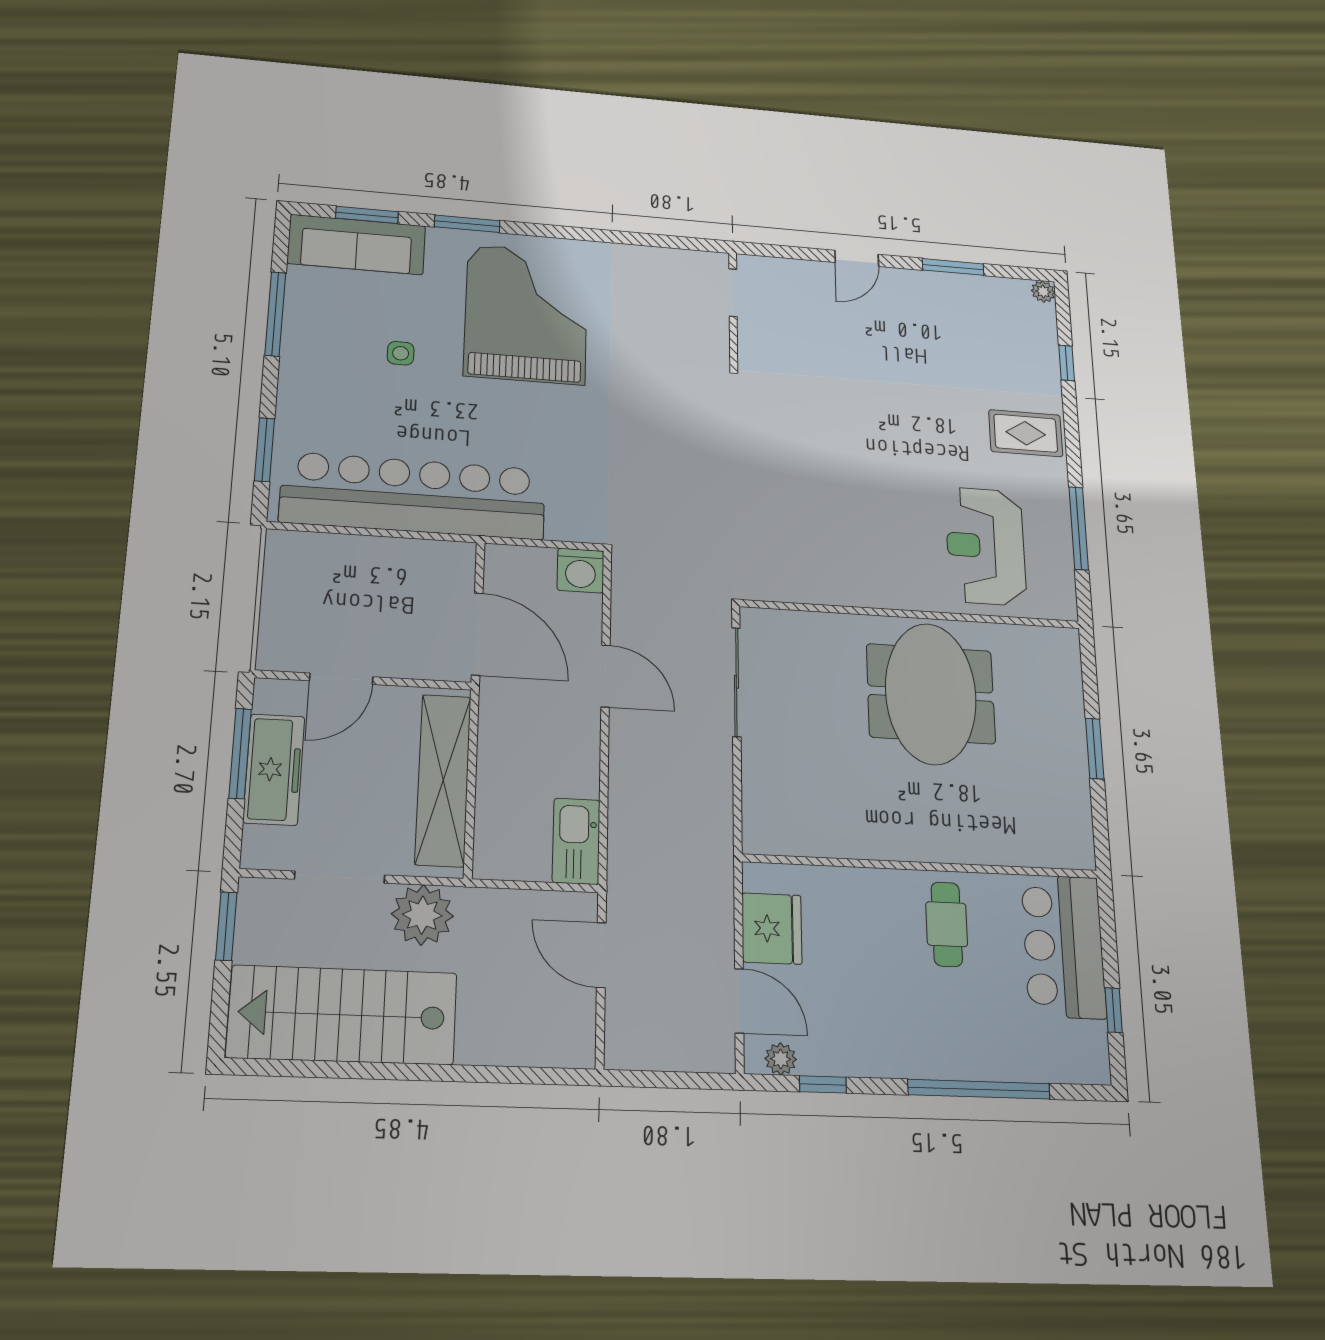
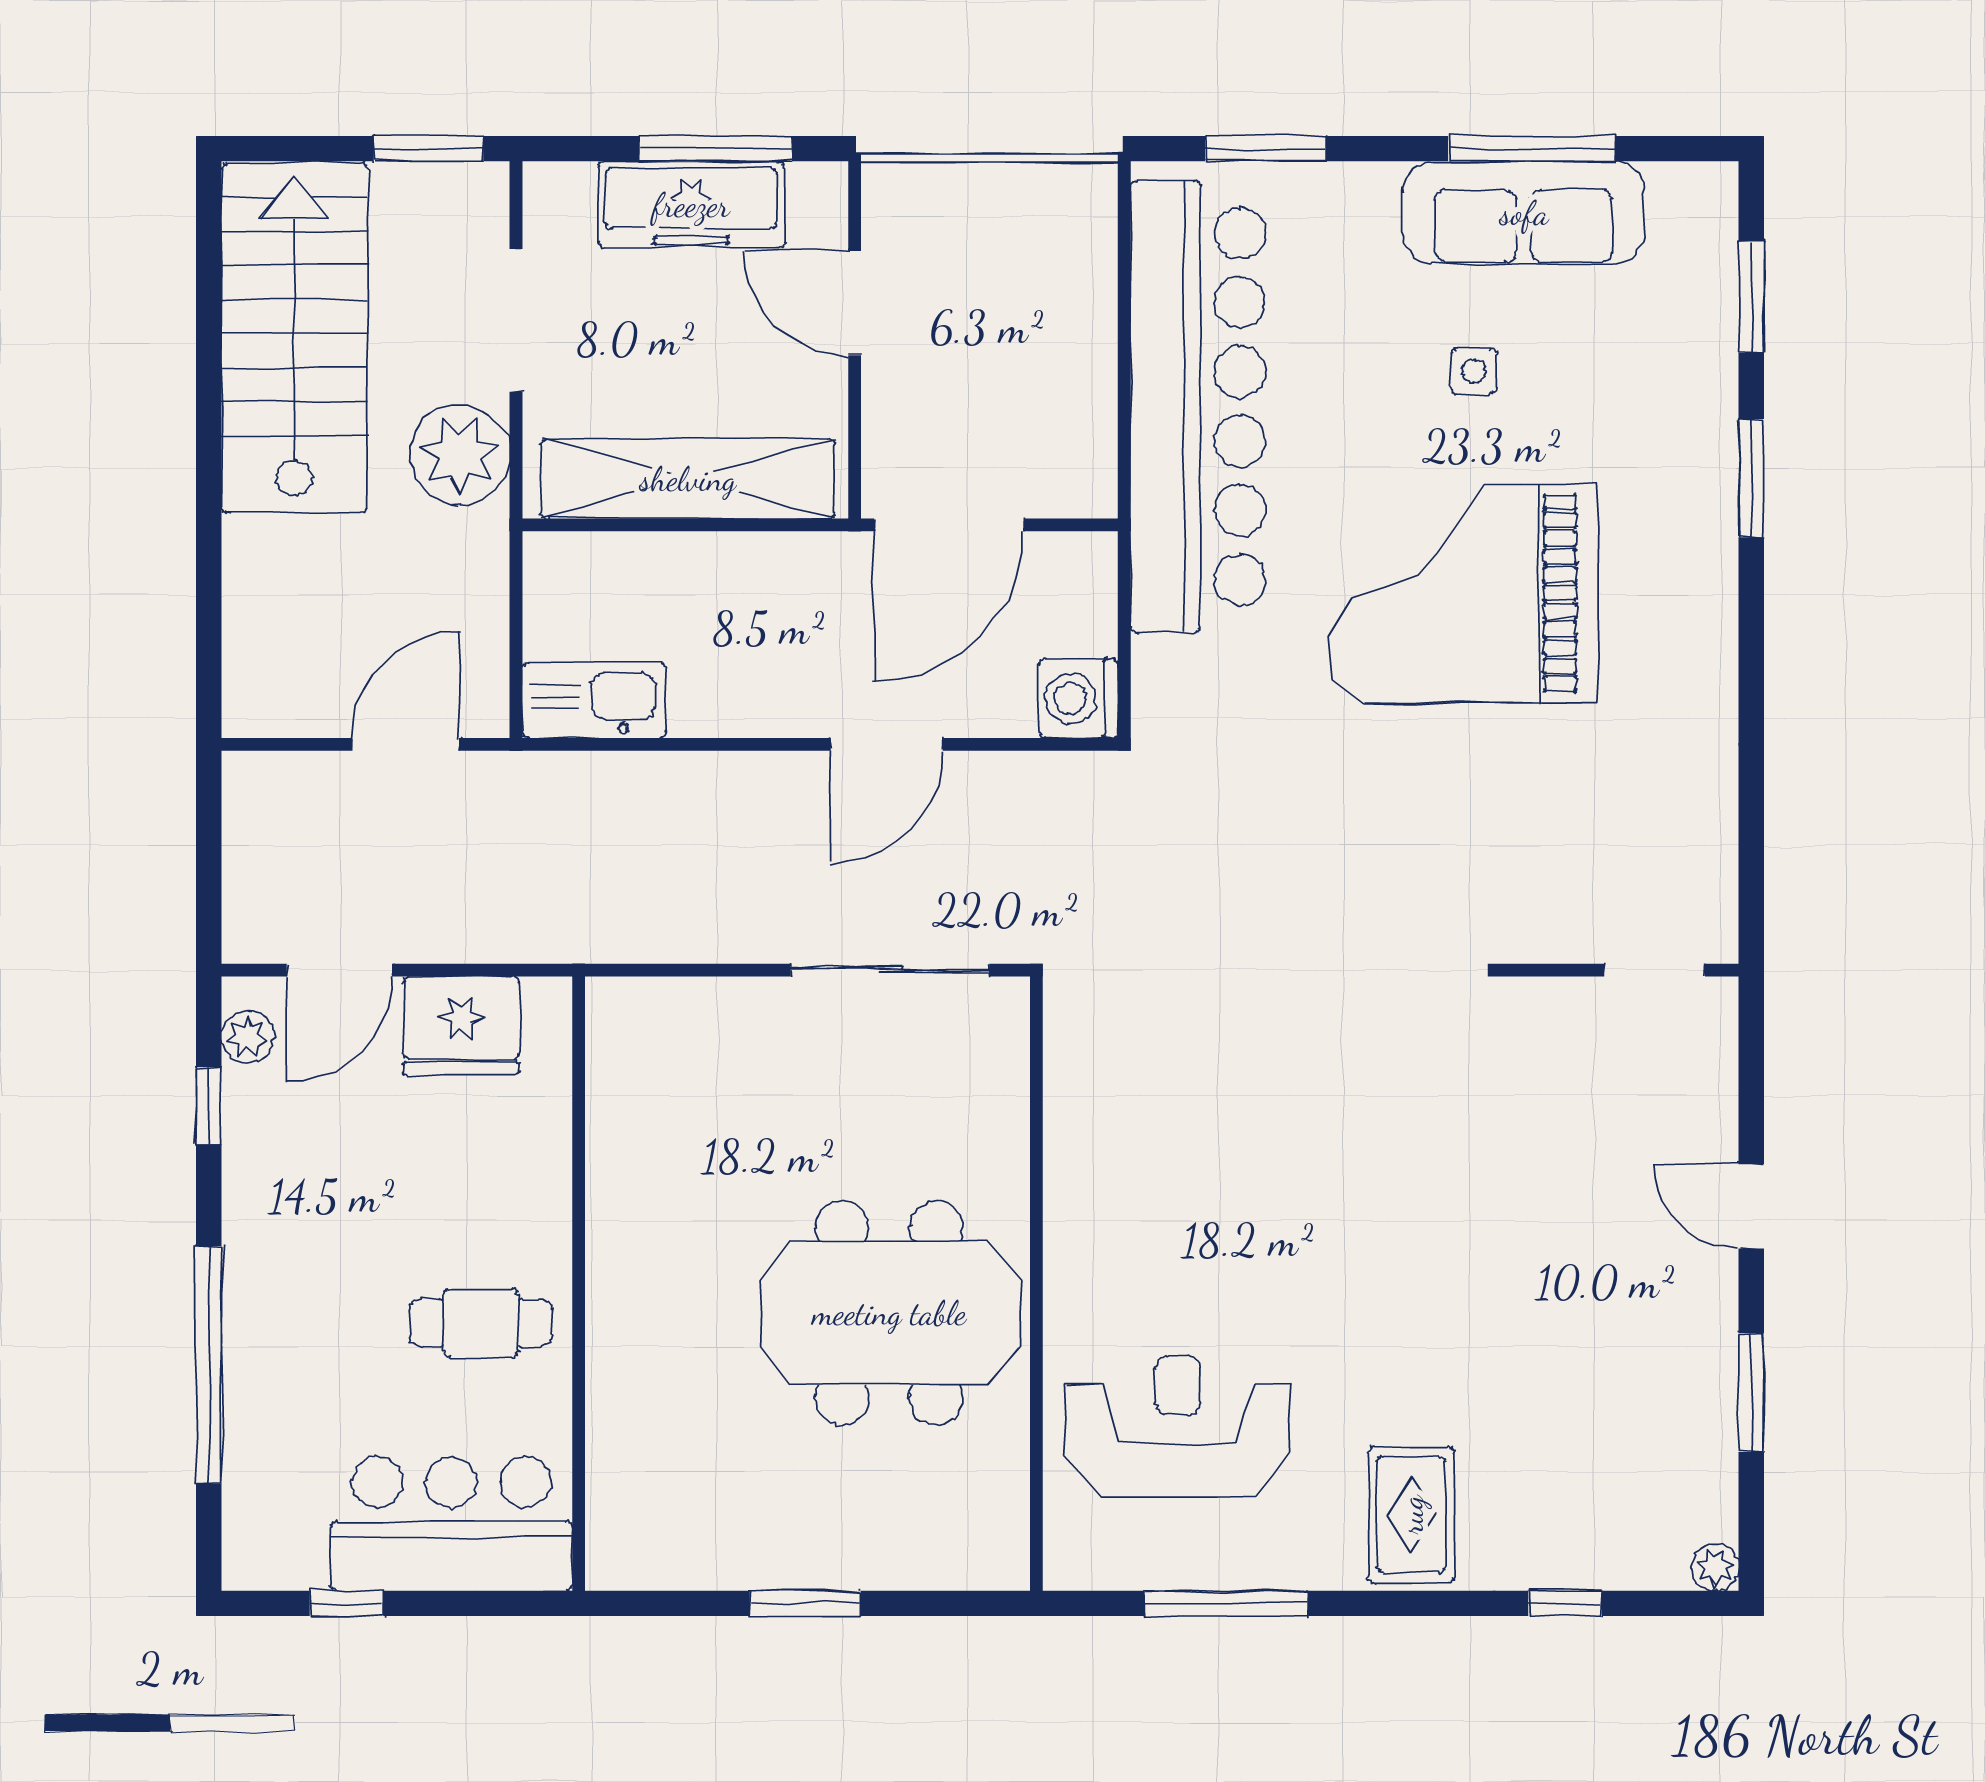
sofa: (357, 245) -> (1524, 213), moved, turned -90
grand piano: (526, 314) -> (1462, 593), moved, turned 180

